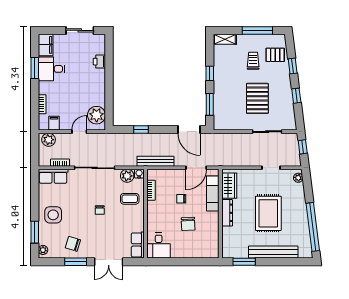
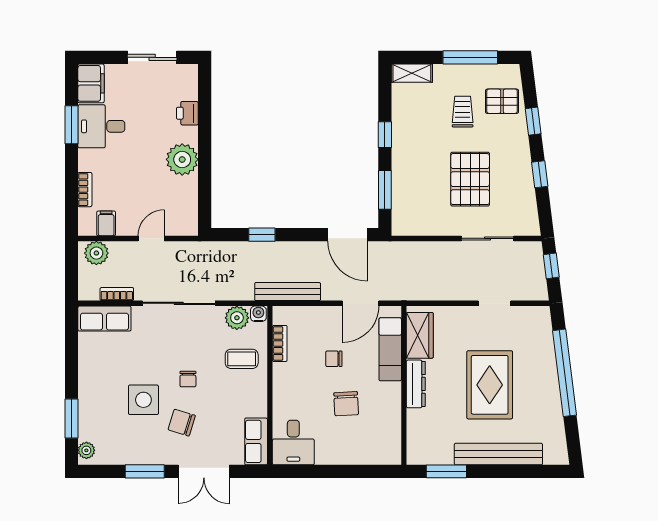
plant: (97, 115) -> (182, 159), moved
plant: (298, 178) -> (543, 321), removed
side table: (53, 215) -> (143, 400), moved
window: (313, 227) -> (565, 373), moved
chair: (73, 244) -> (182, 423), moved

